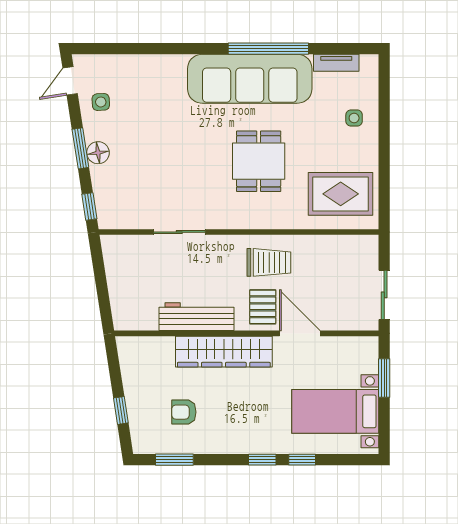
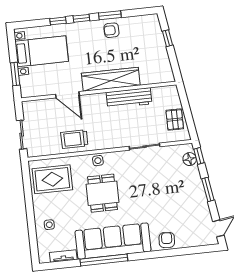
armchair: (159, 71) -> (167, 240), added
side table: (101, 102) -> (98, 161), moved
floor lamp: (98, 153) -> (190, 159), moved
trolley: (269, 262) -> (74, 139), moved
sliding door: (384, 295) -> (22, 135), moved
pallet: (263, 307) -> (175, 120), moved
armchair: (184, 412) -> (111, 30), moved, turned 180
window: (174, 460) -> (110, 15), moved

